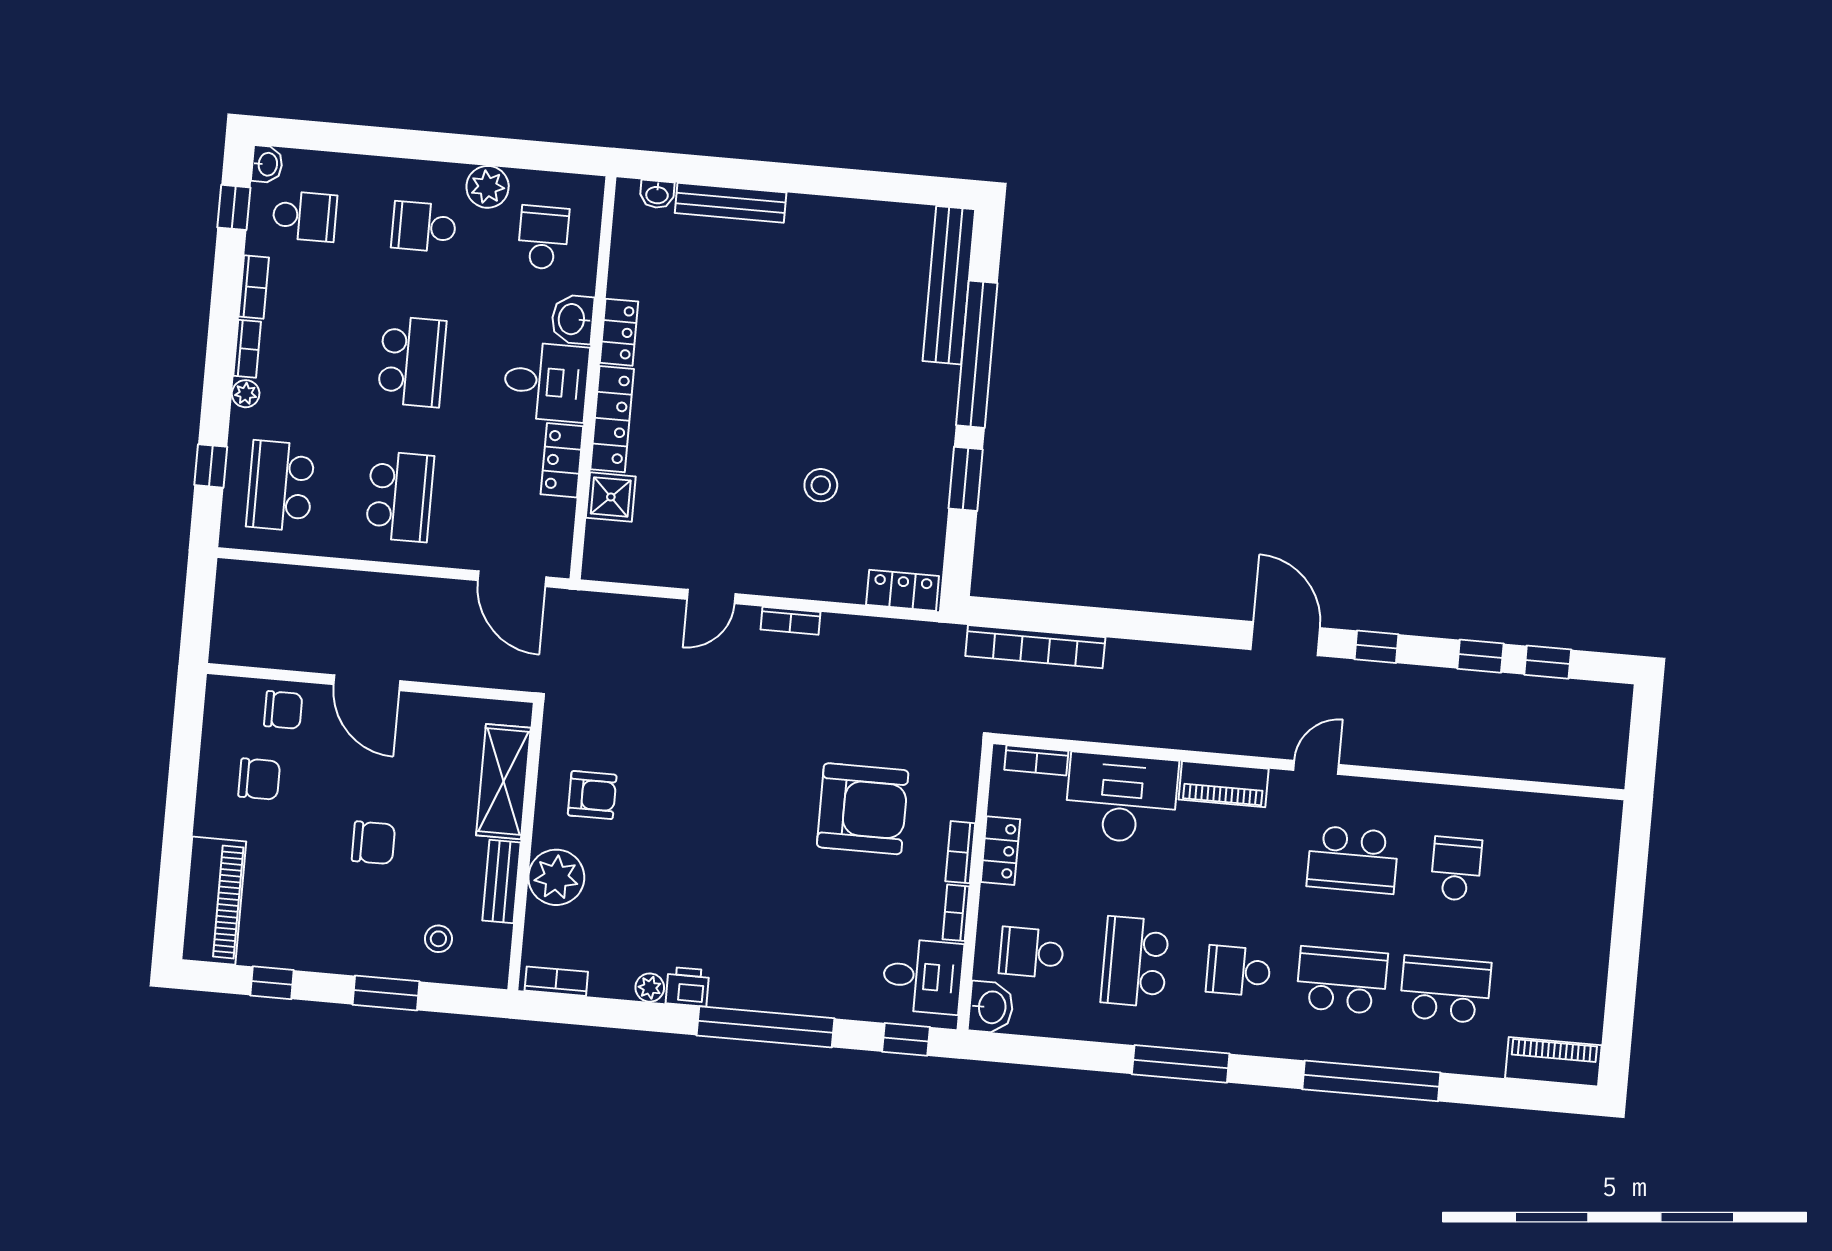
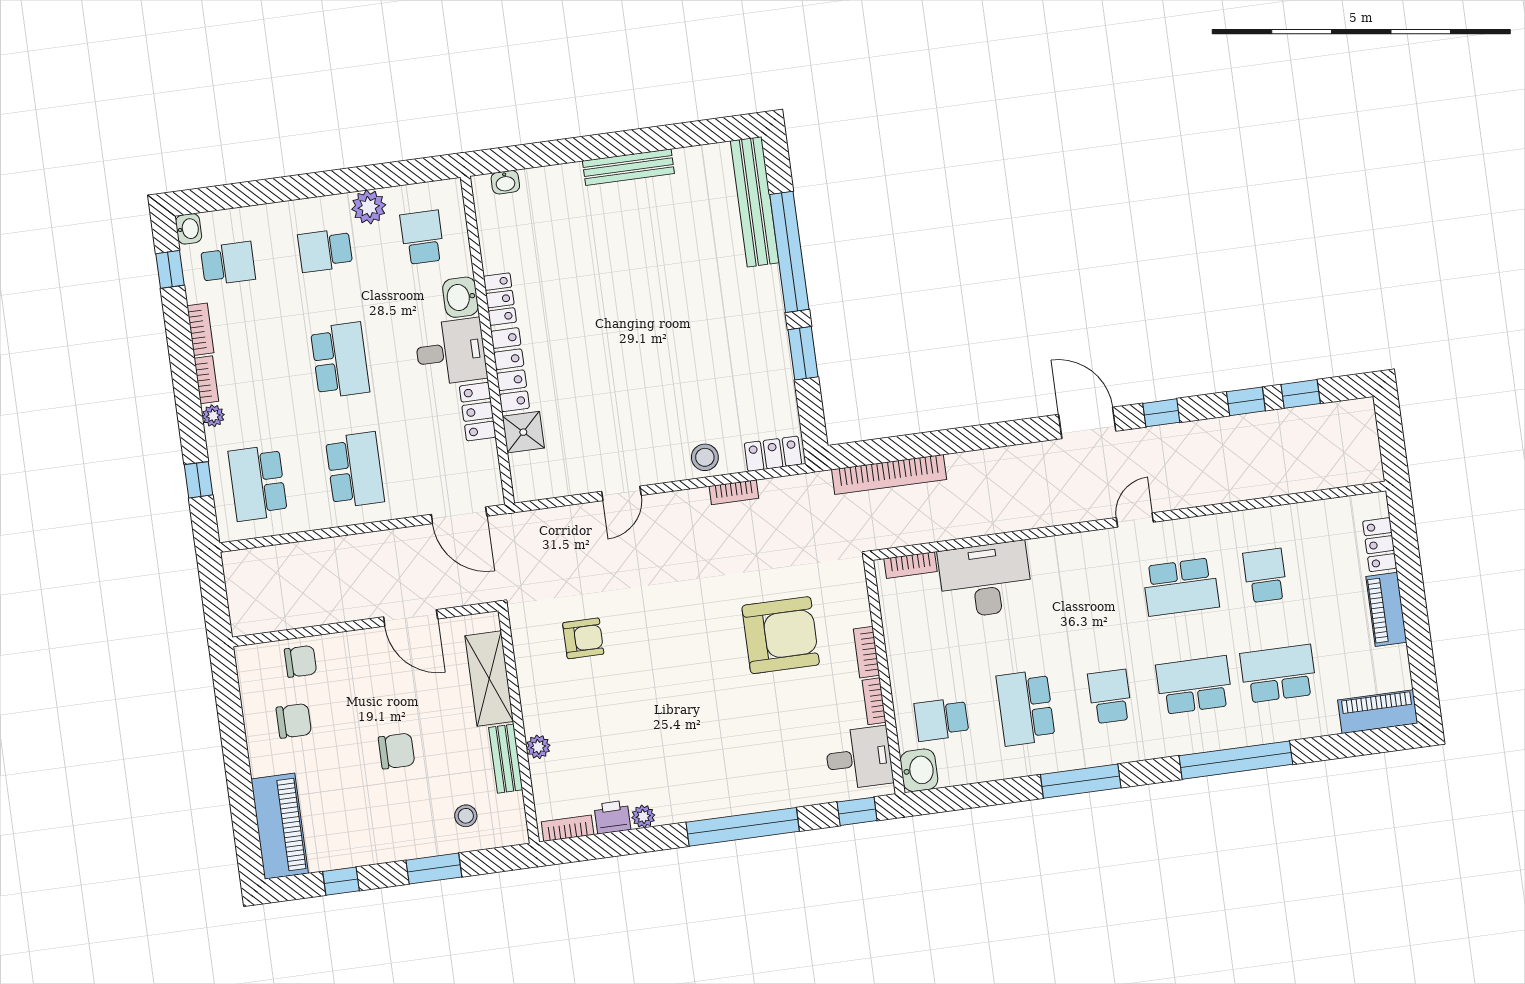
bench: (731, 203) -> (628, 167), moved
stool: (821, 485) -> (705, 457), moved
bookcase: (791, 621) -> (734, 492), moved
door: (367, 683) -> (411, 618), moved
piano: (1224, 784) -> (1386, 609), moved, turned 90
armchair: (592, 795) -> (583, 638), moved
locker: (1000, 851) -> (1380, 545), moved, turned 180
plant: (556, 877) -> (538, 747), width x0.53, depth x0.53
school desk: (1238, 971) -> (1110, 696), turned 90
printer: (687, 987) -> (612, 817), moved

